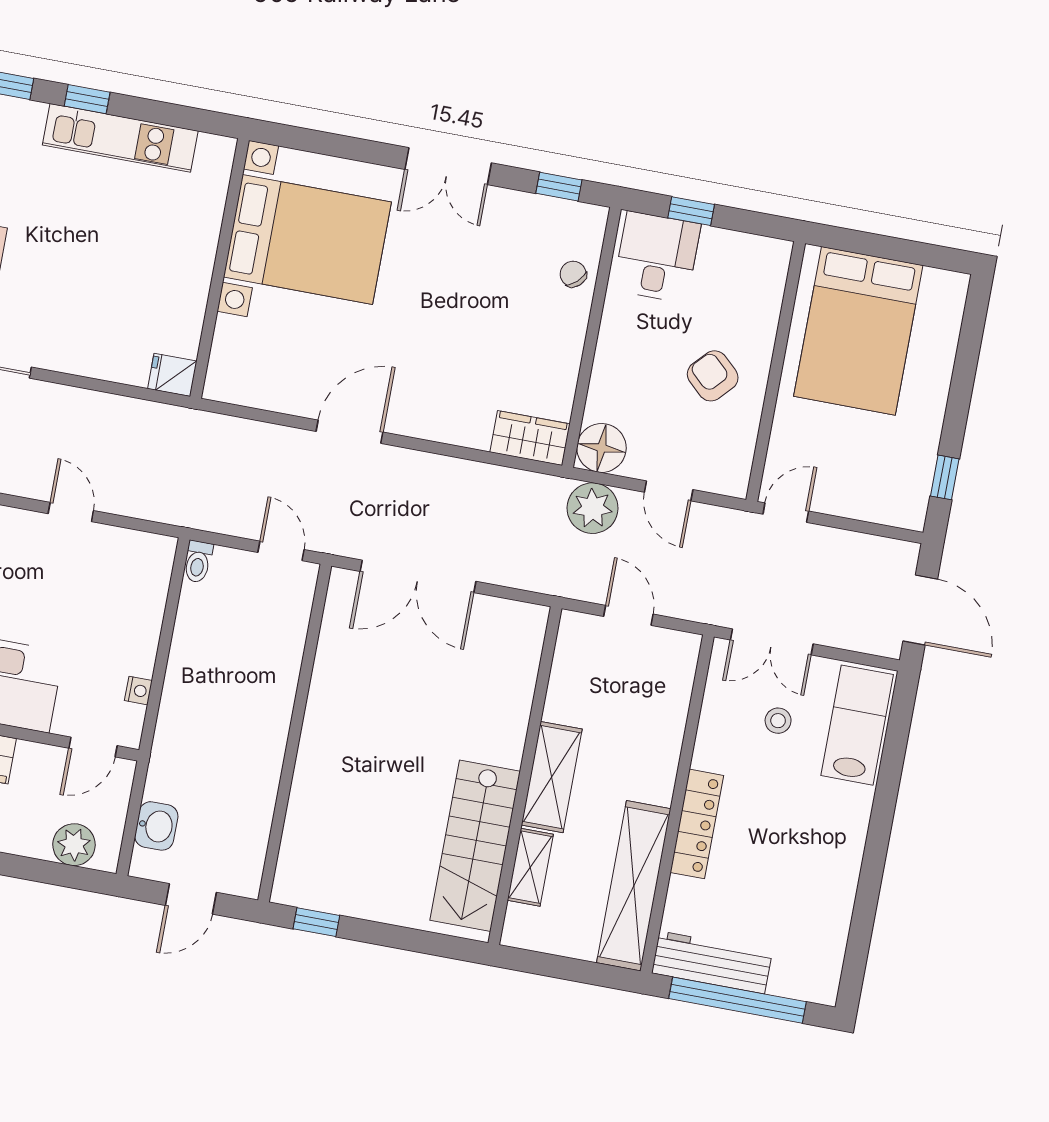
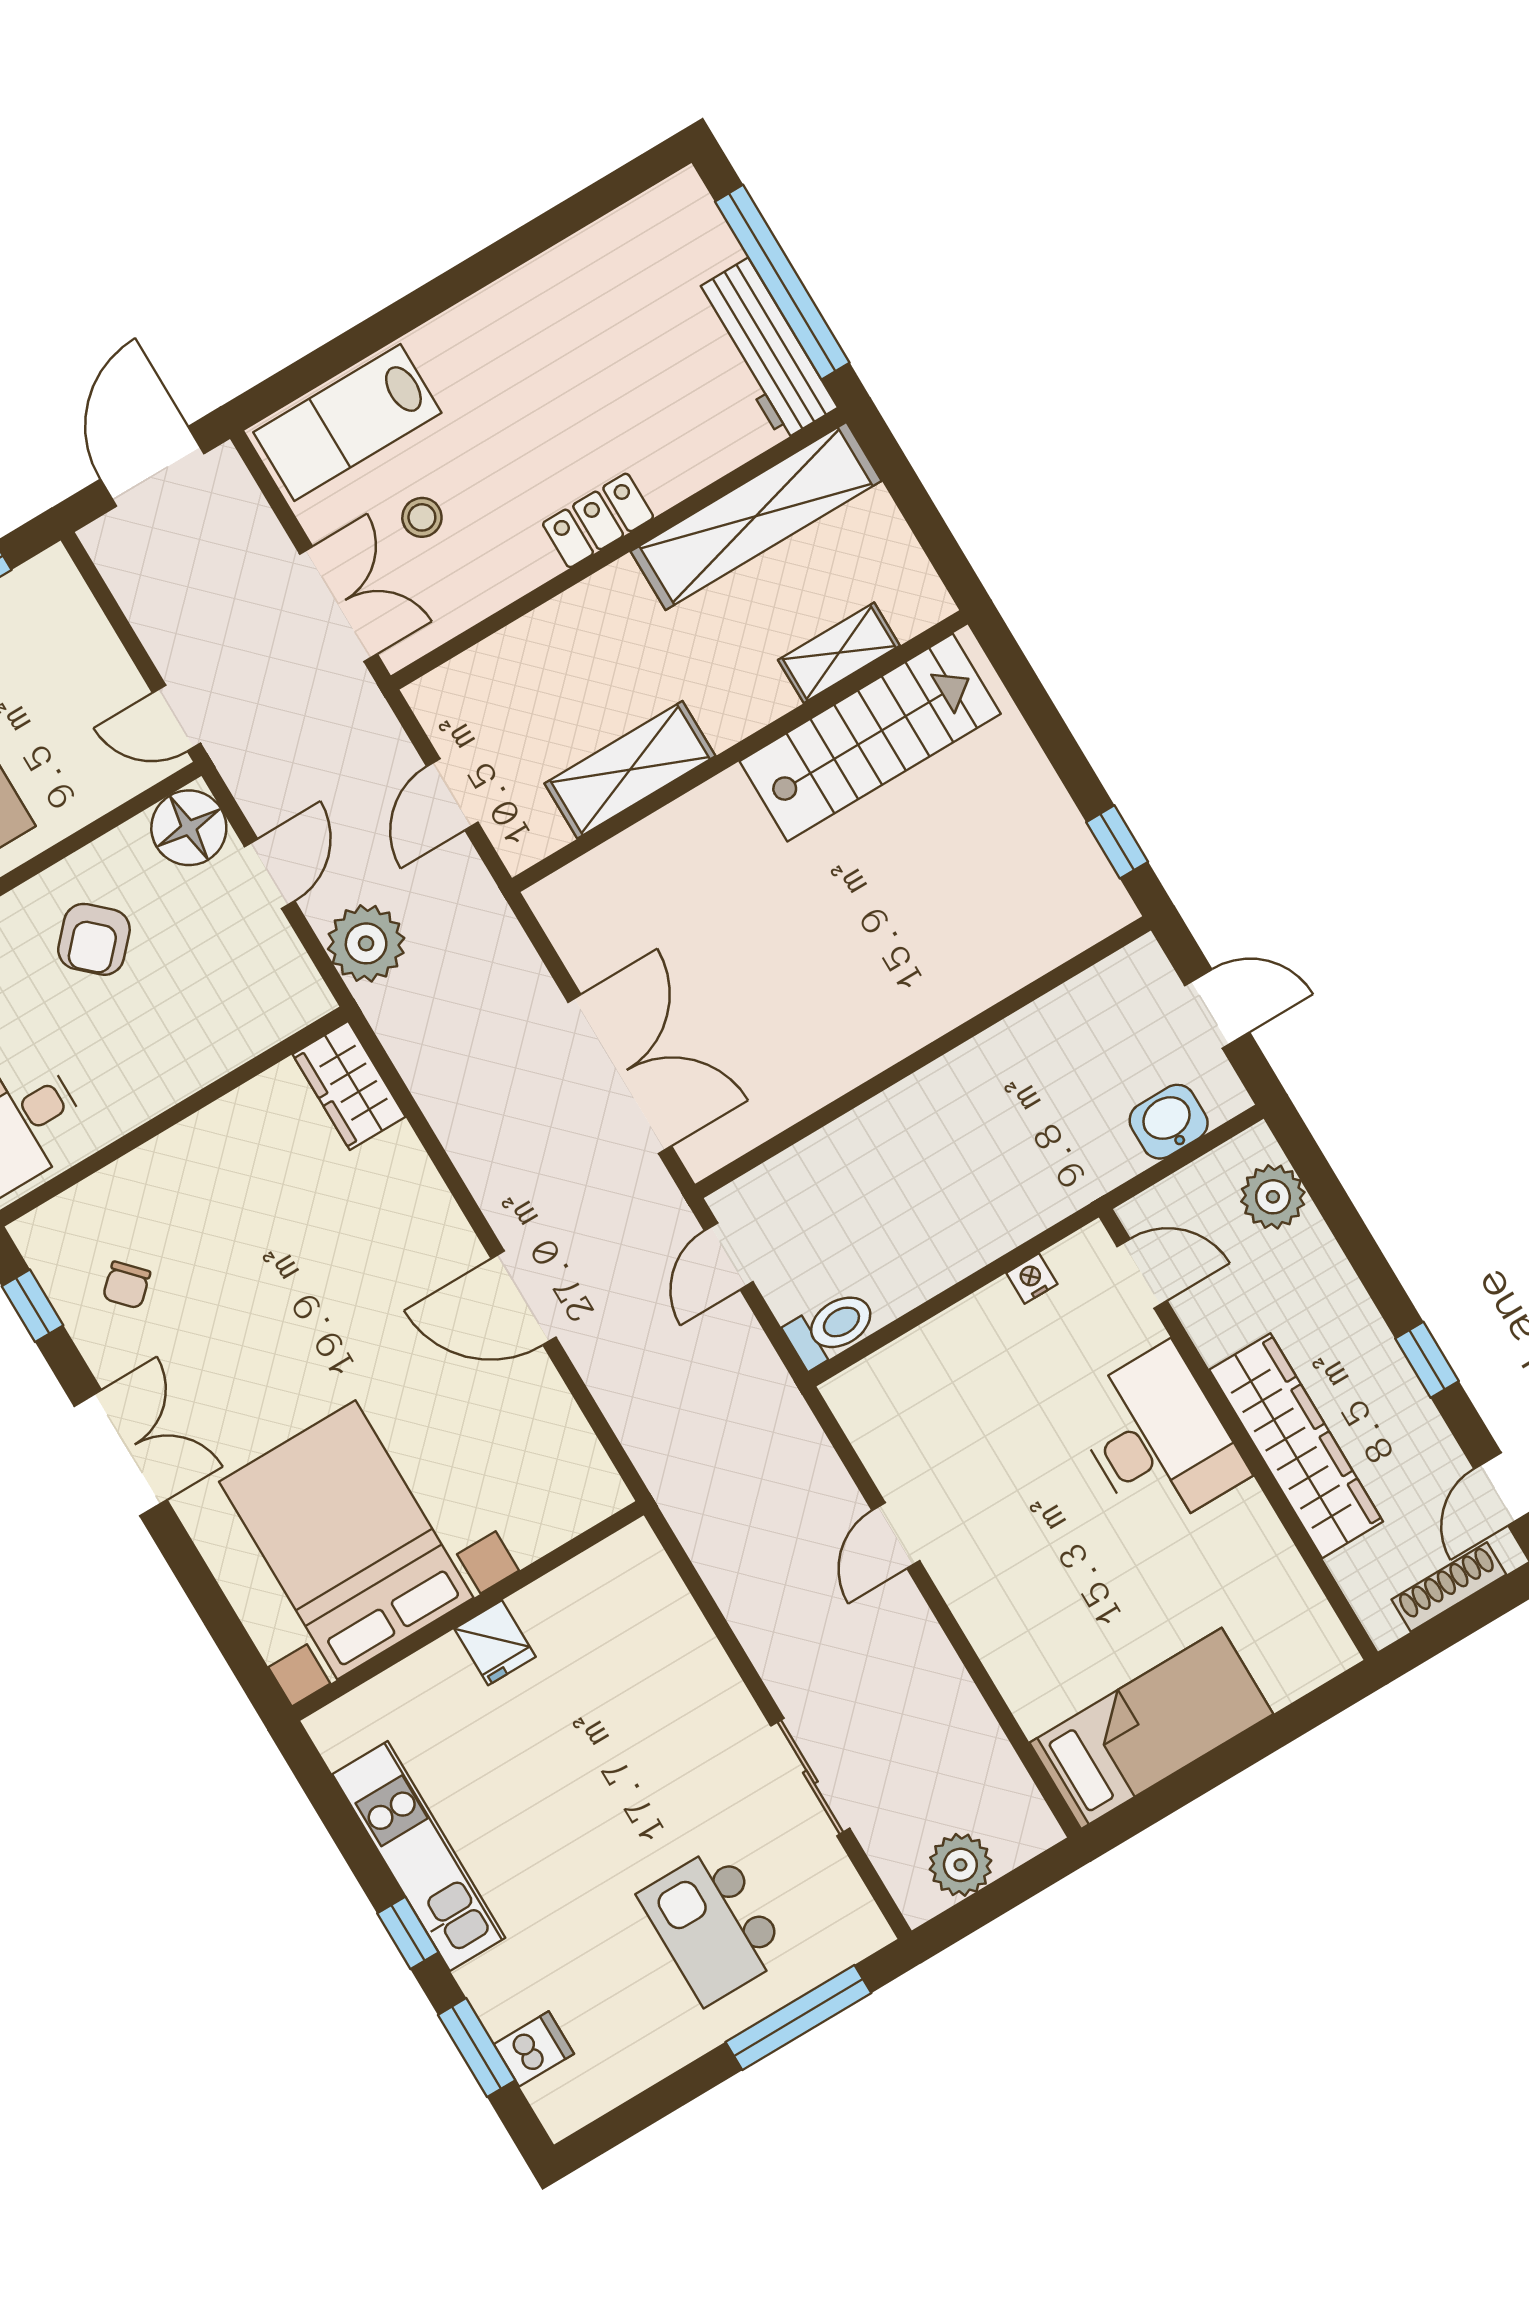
chair: (573, 274) -> (127, 1285), moved
fridge: (172, 375) -> (495, 1643), moved
floor lamp: (602, 448) -> (189, 828), moved
toilet: (198, 562) -> (831, 1328), width x1.37, depth x1.39
shelving: (552, 777) -> (630, 770), moved
locker: (697, 824) -> (598, 520), width x0.66

